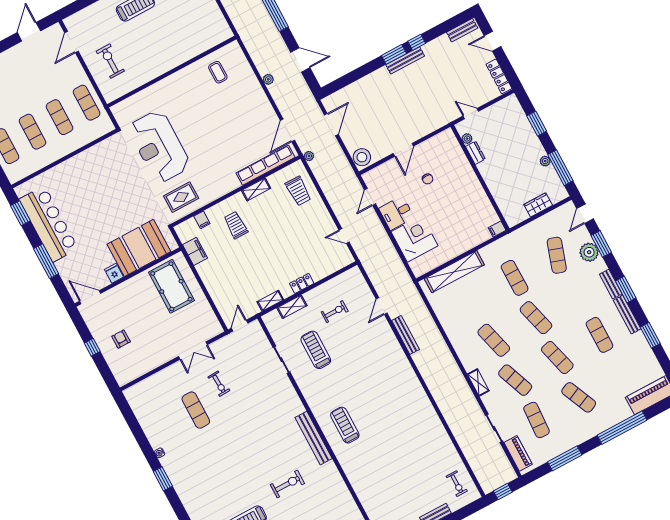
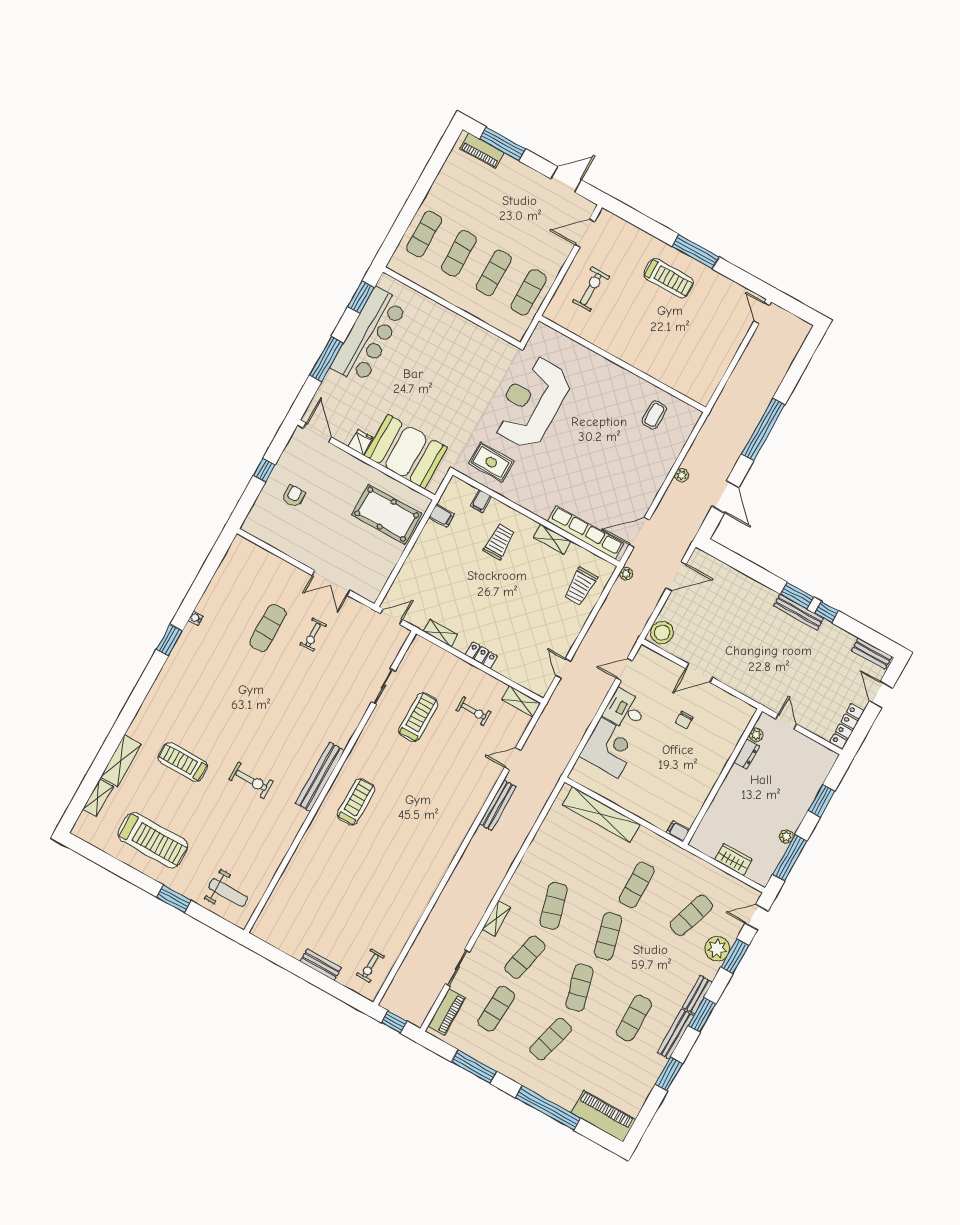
filing cabinet: (195, 251) -> (442, 516), width x0.50
pool table: (171, 286) -> (387, 514), turned 90
shelving: (292, 307) -> (521, 701), moved
exercise mat: (515, 380) -> (525, 957), turned 33
exercise mat: (579, 397) -> (551, 1039), turned 39

